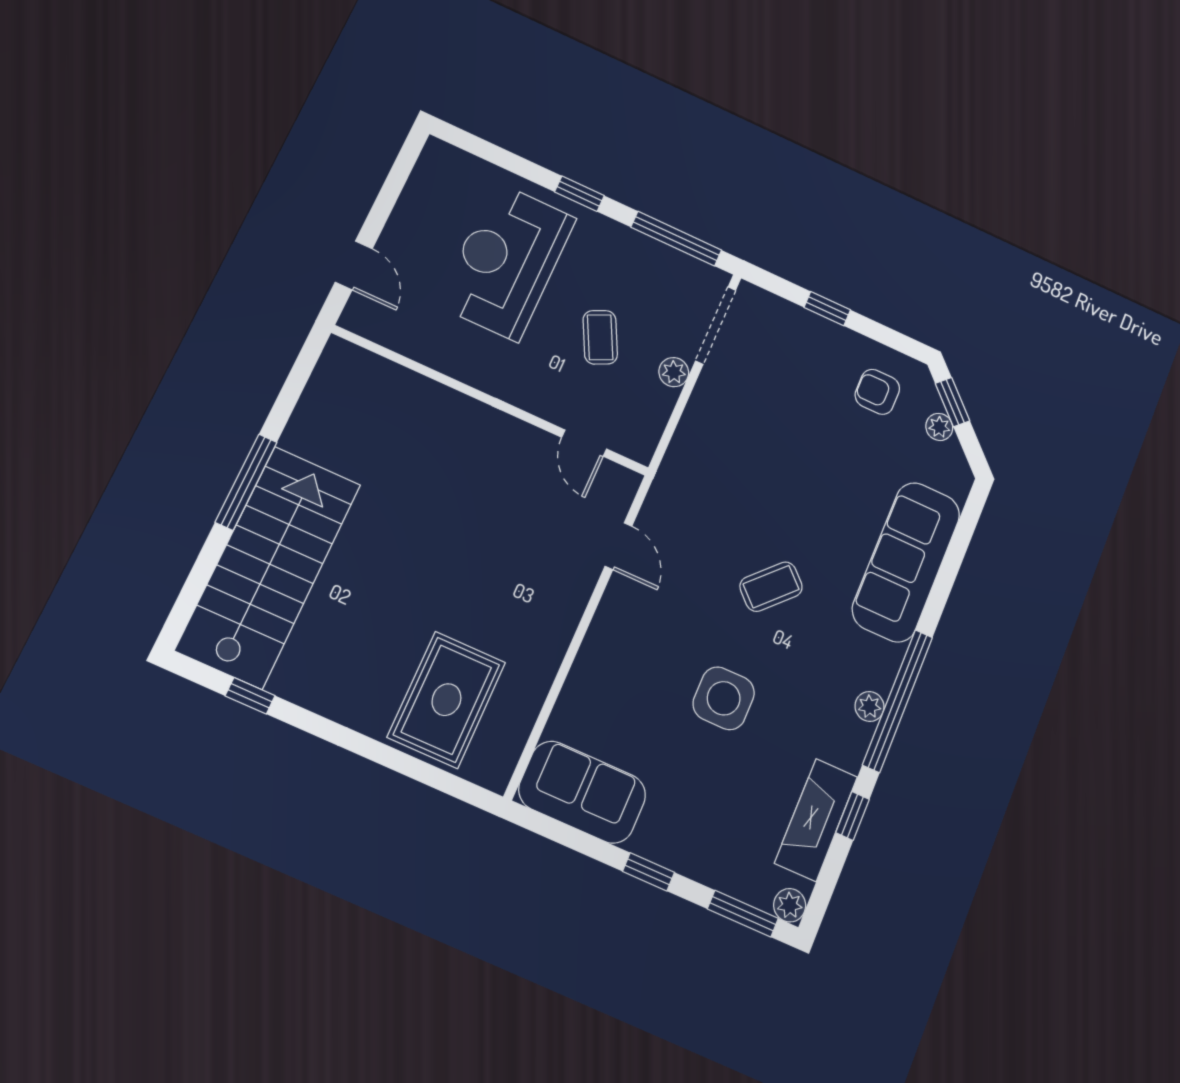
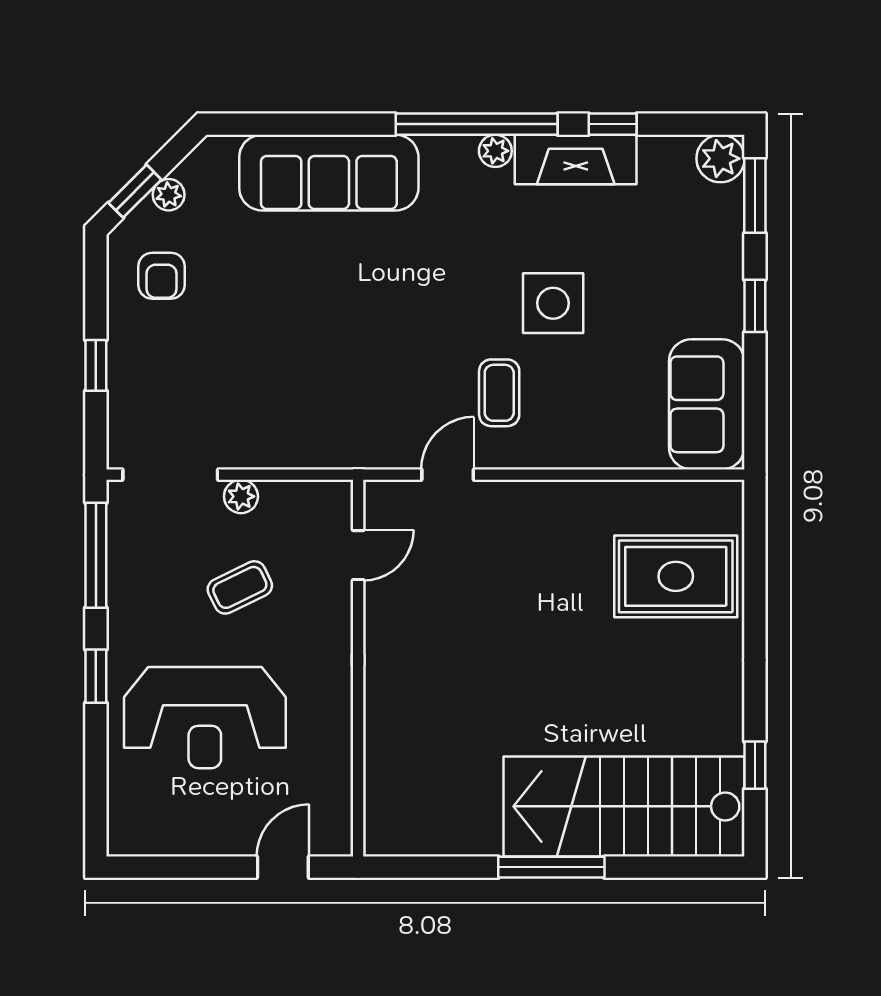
coffee table: (771, 587) -> (499, 393), moved, turned 46
fireplace: (816, 820) -> (576, 160), moved
plant: (790, 905) -> (720, 159), width x1.38, depth x1.38

